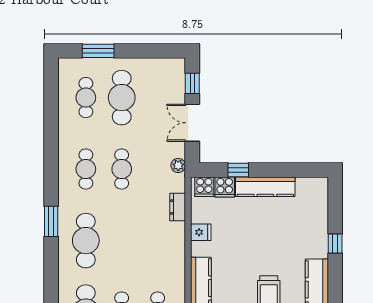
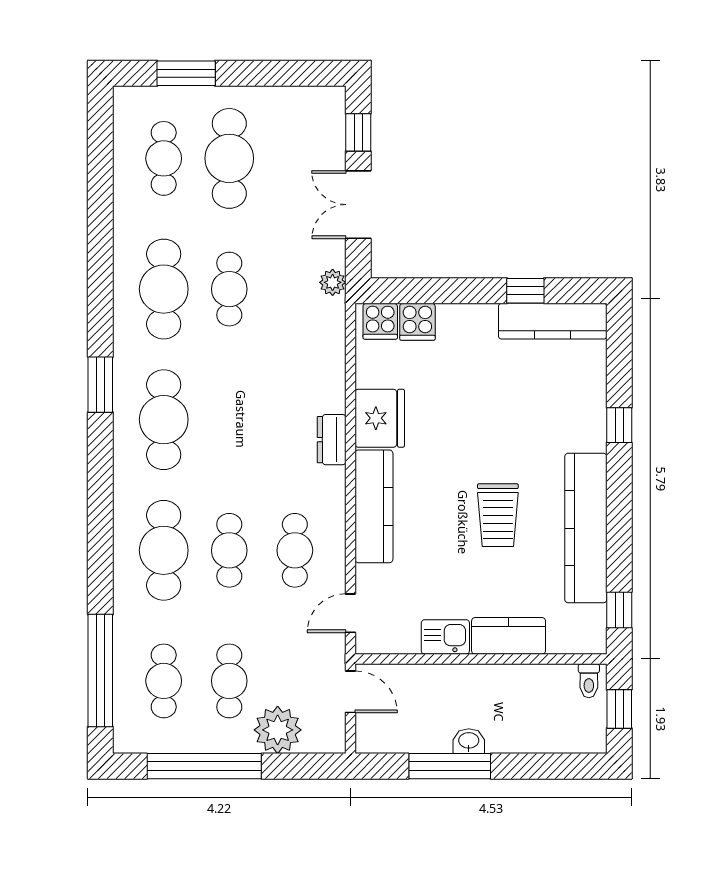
cafe table: (86, 169) -> (164, 289), width x1.37, depth x1.35
window: (238, 170) -> (525, 291), moved
kitchen counter: (265, 187) -> (553, 321), moved
dresser: (178, 207) -> (332, 440), moved
fridge: (201, 232) -> (380, 418), width x1.88, depth x1.34

